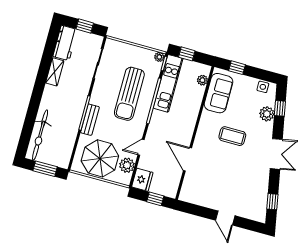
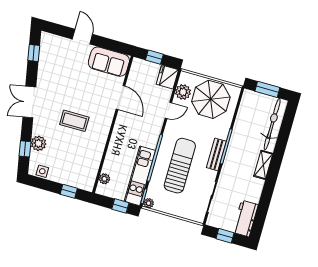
shelving: (55, 72) -> (263, 165), moved
sofa: (219, 93) -> (109, 62), moved, turned -90
bench: (90, 120) -> (216, 154), moved

